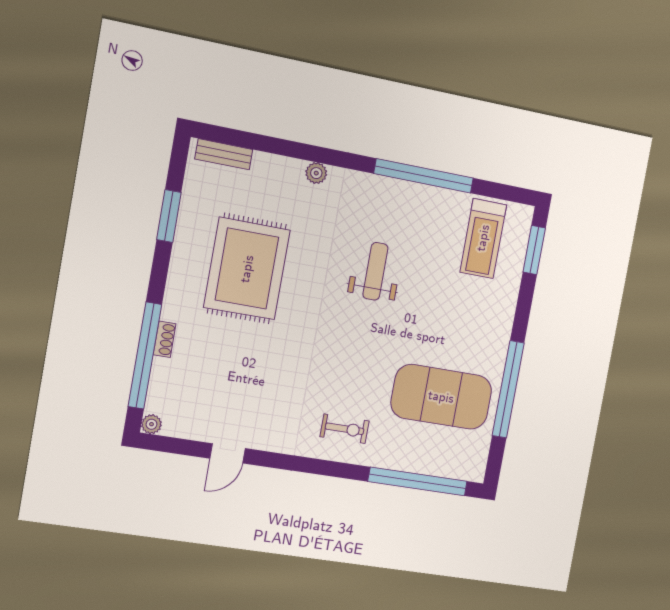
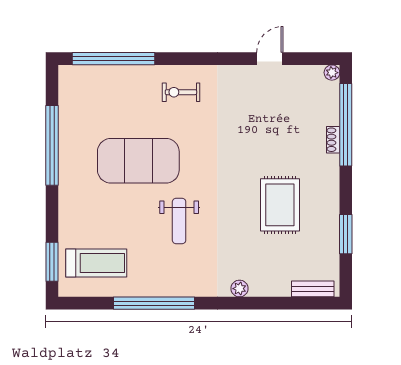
treadmill: (483, 238) -> (96, 263), turned 90
rug: (247, 269) -> (280, 205), width x0.73, depth x0.69
exercise mat: (441, 397) -> (138, 161), moved

